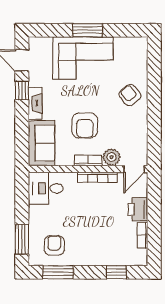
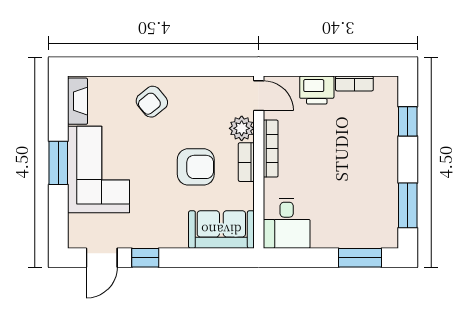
fireplace: (35, 103) -> (78, 101), moved, turned 90
armchair: (54, 245) -> (369, 211), removed

